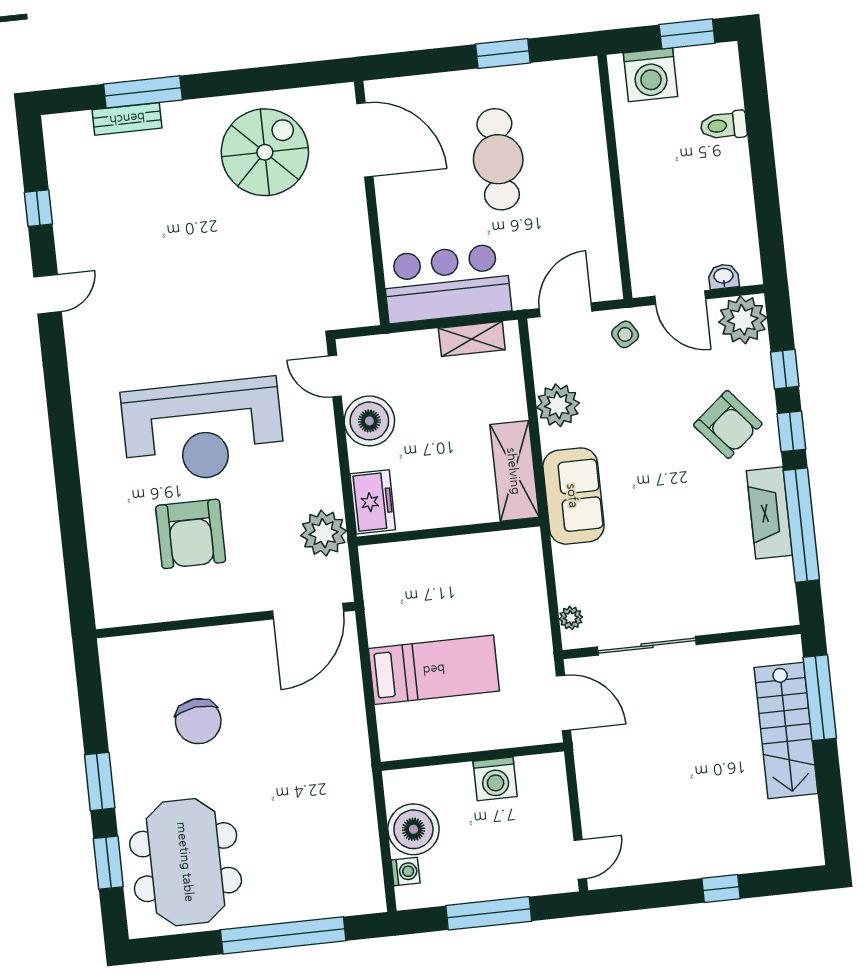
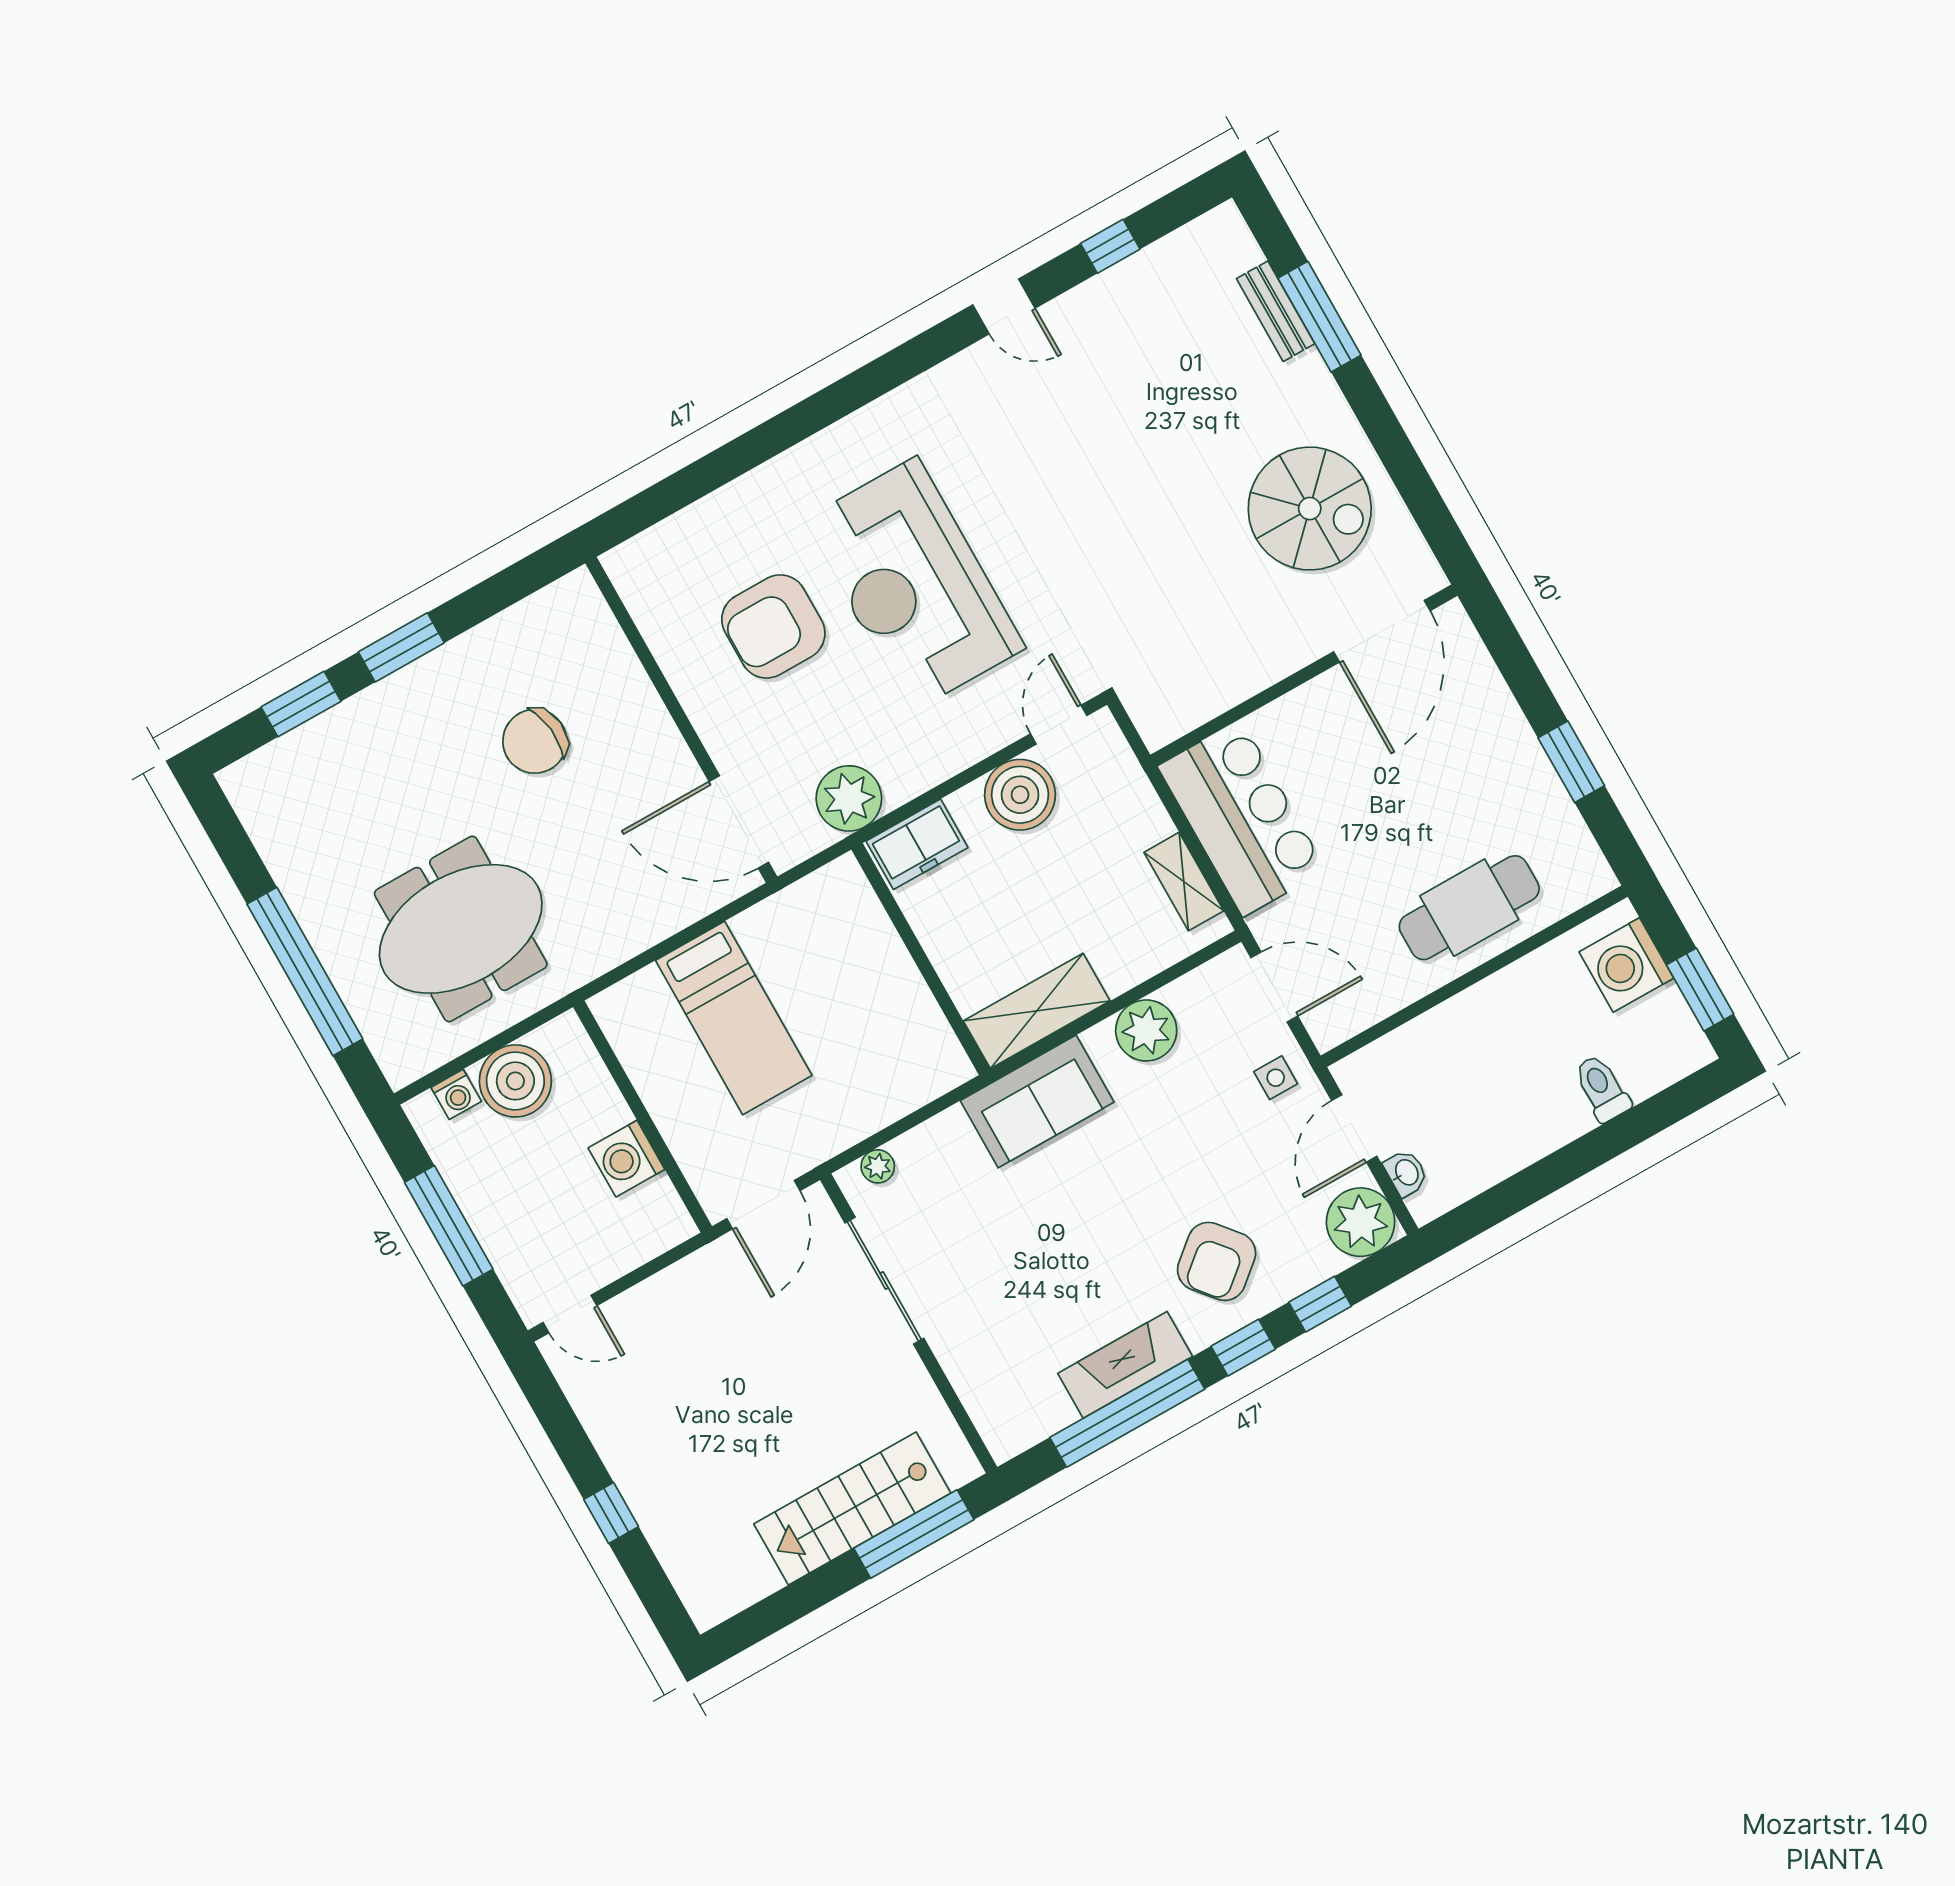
cafe table: (498, 159) -> (1469, 908), moved
side table: (625, 334) -> (1276, 1078), turned 32
meeting table: (186, 862) -> (461, 929), moved

